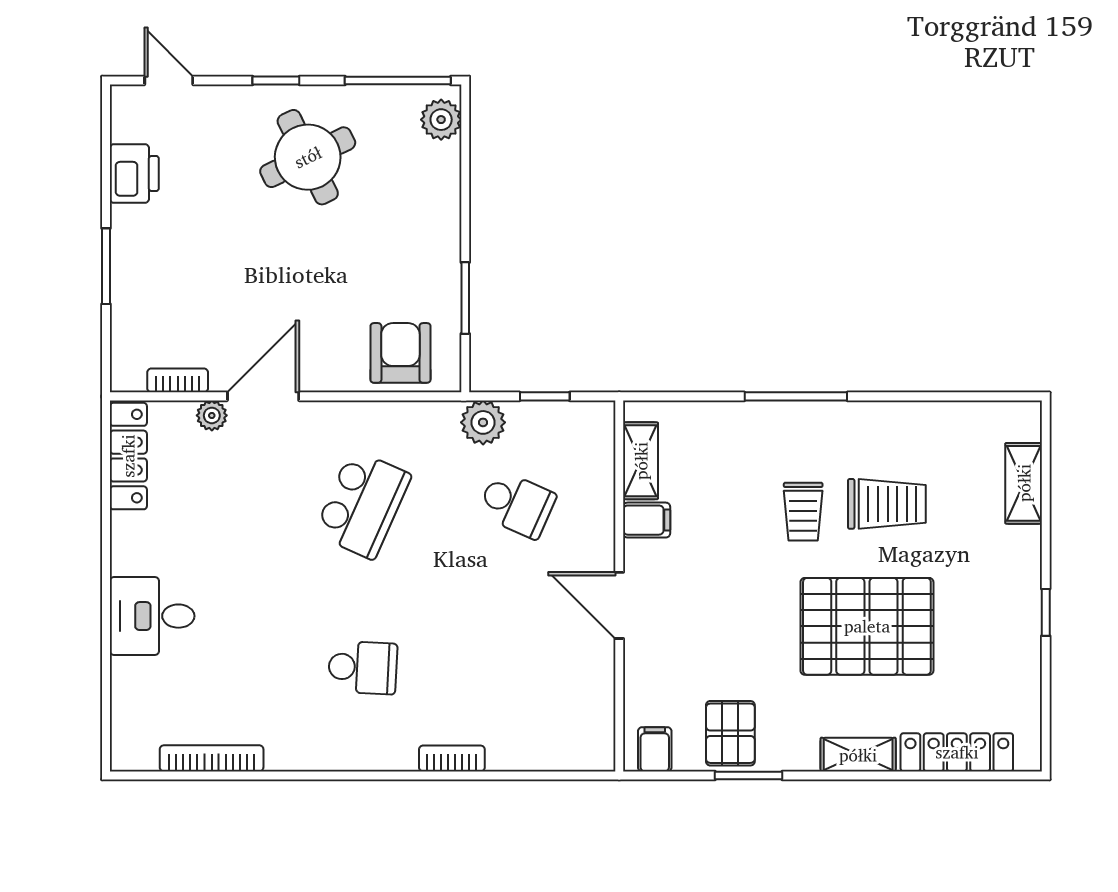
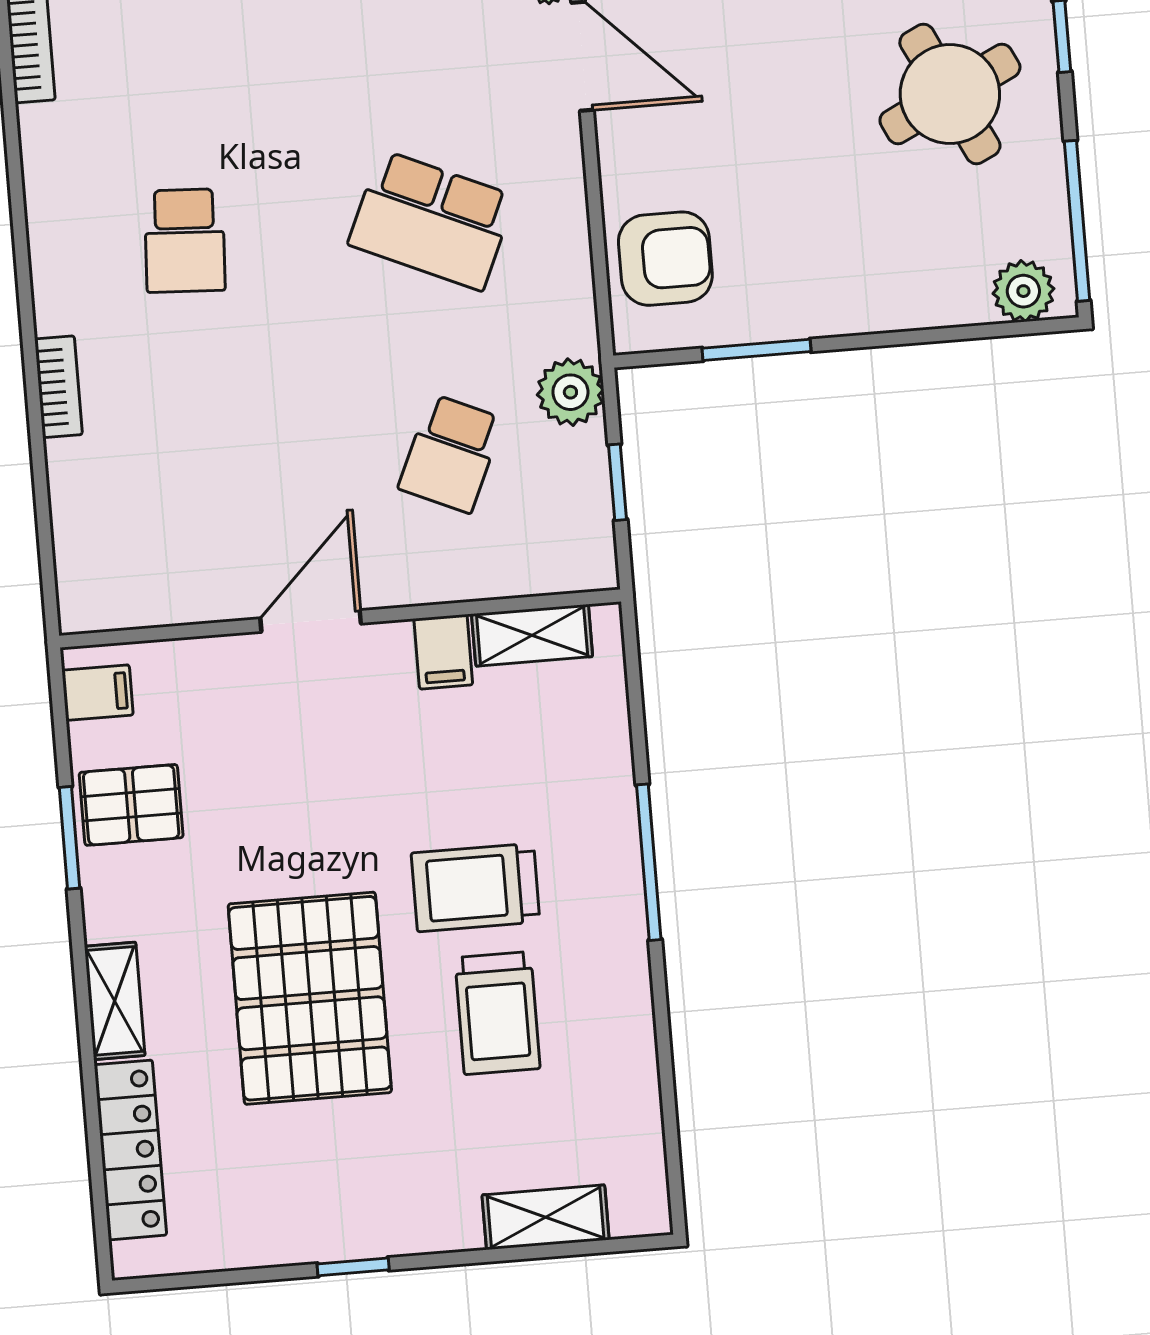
trolley: (803, 512) -> (475, 887), width x1.36, depth x1.39

